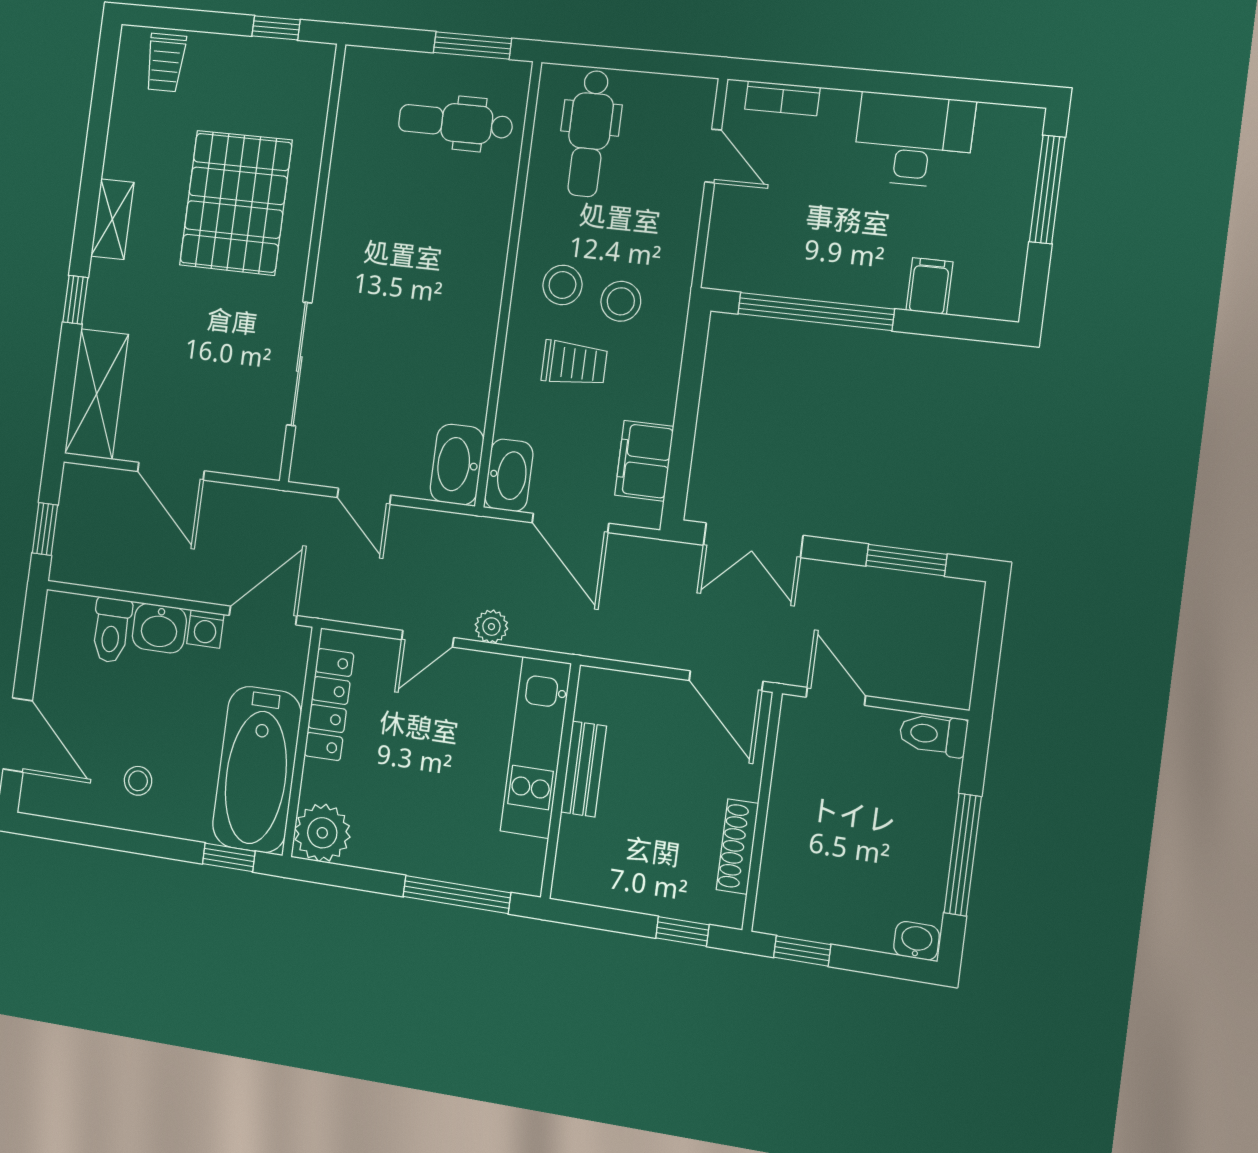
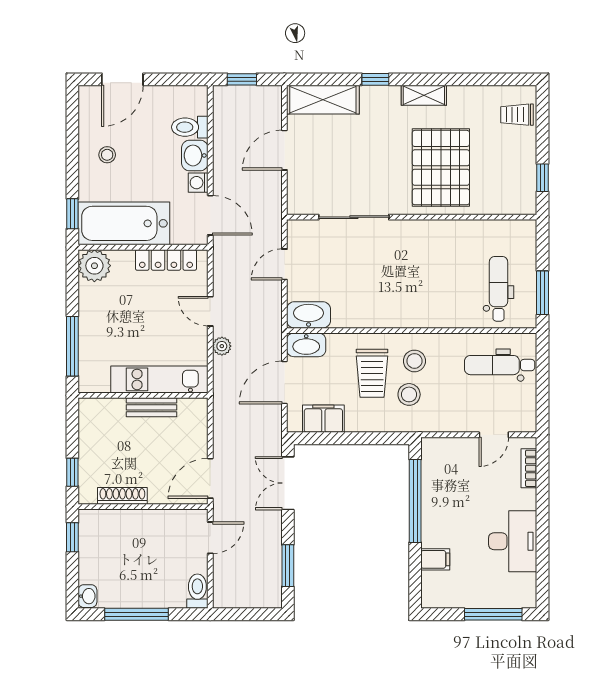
pallet: (236, 203) -> (441, 168), turned 90
trolley: (574, 363) -> (372, 373), width x1.36, depth x1.39

